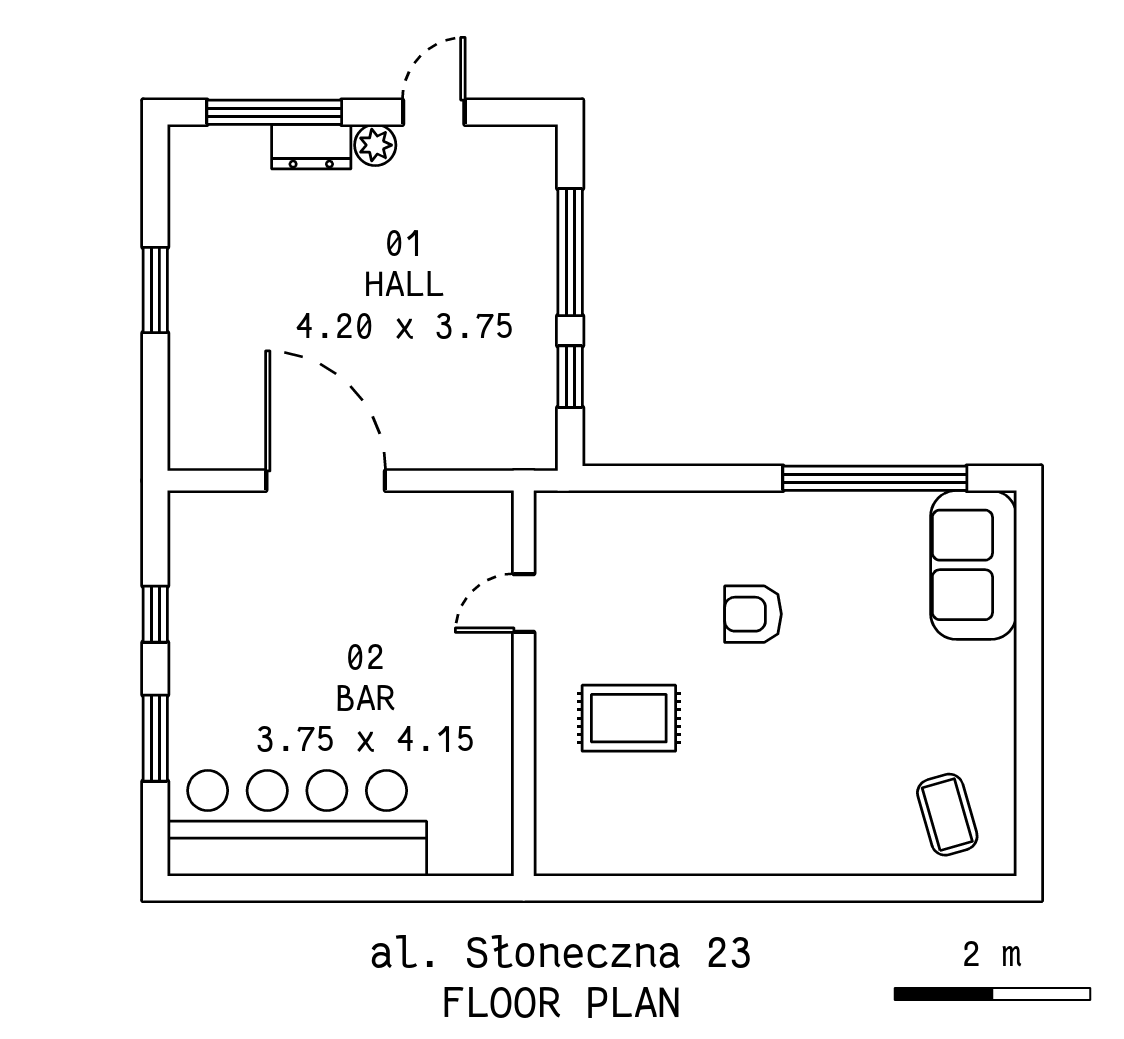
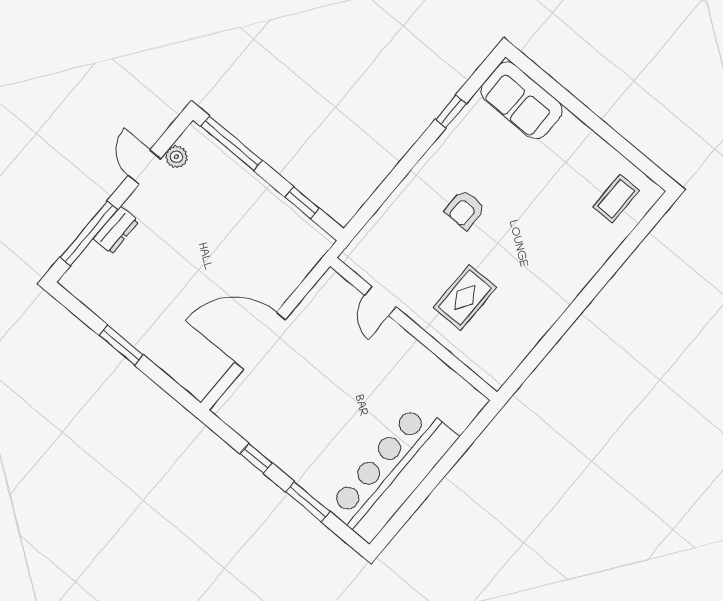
plant: (375, 145) -> (176, 157), moved
window: (570, 252) -> (232, 143), moved
window: (875, 478) -> (451, 111), width x0.32
coffee table: (947, 815) -> (616, 199), turned -74

